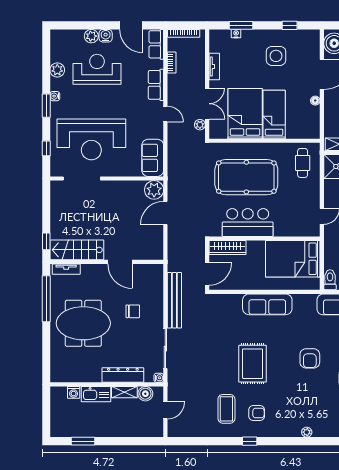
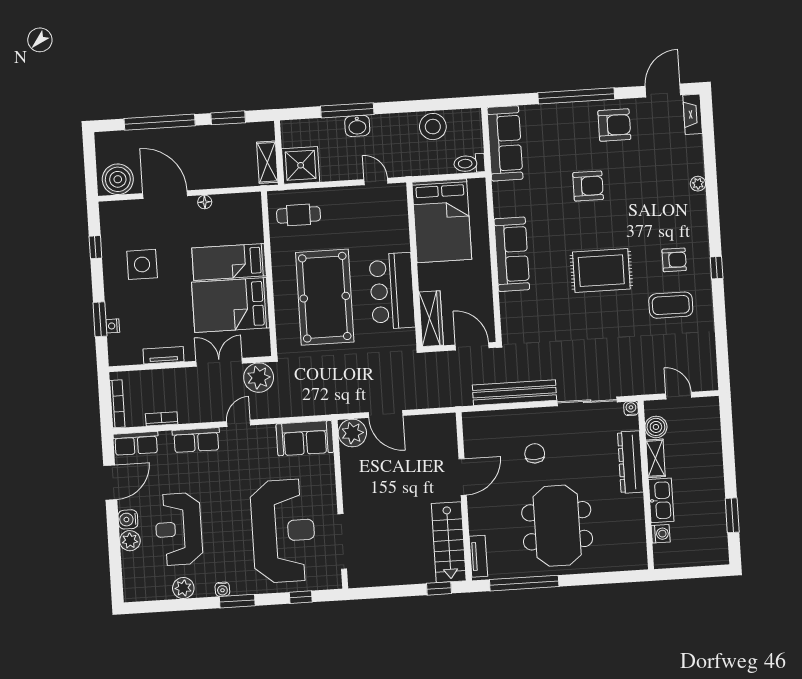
plant: (200, 125) -> (259, 378), width x1.87, depth x1.87
armchair: (257, 413) -> (674, 260), turned 90

